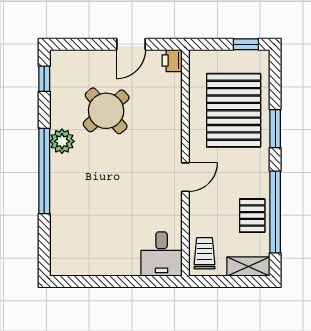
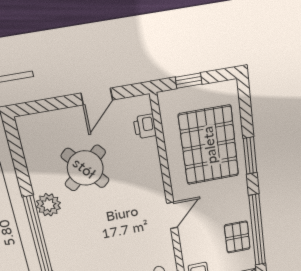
window: (246, 44) -> (189, 81), moved
printer: (172, 61) -> (145, 126), moved
window: (44, 79) -> (16, 148), removed

